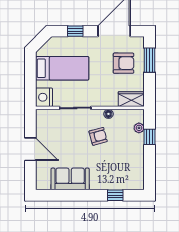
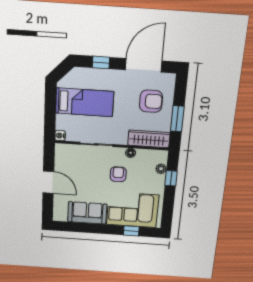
window: (150, 60) -> (177, 119), moved
nightstand: (44, 97) -> (60, 136), width x0.53, depth x0.56
wardrobe: (131, 99) -> (149, 139), width x1.50
armchair: (98, 136) -> (118, 174), turned -75
corner sofa: (115, 172) -> (133, 210), added

